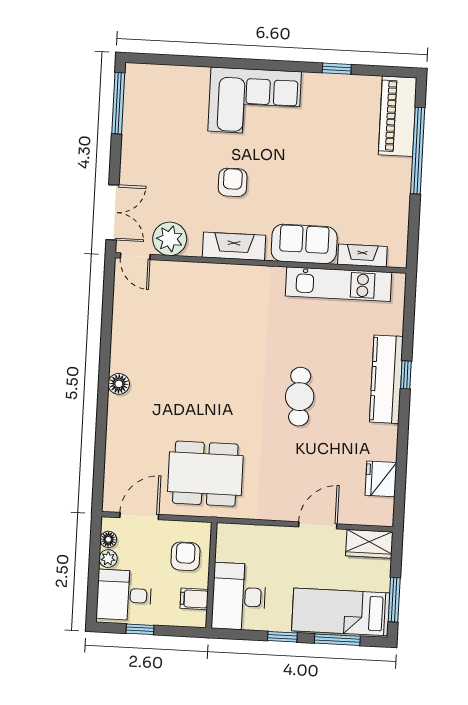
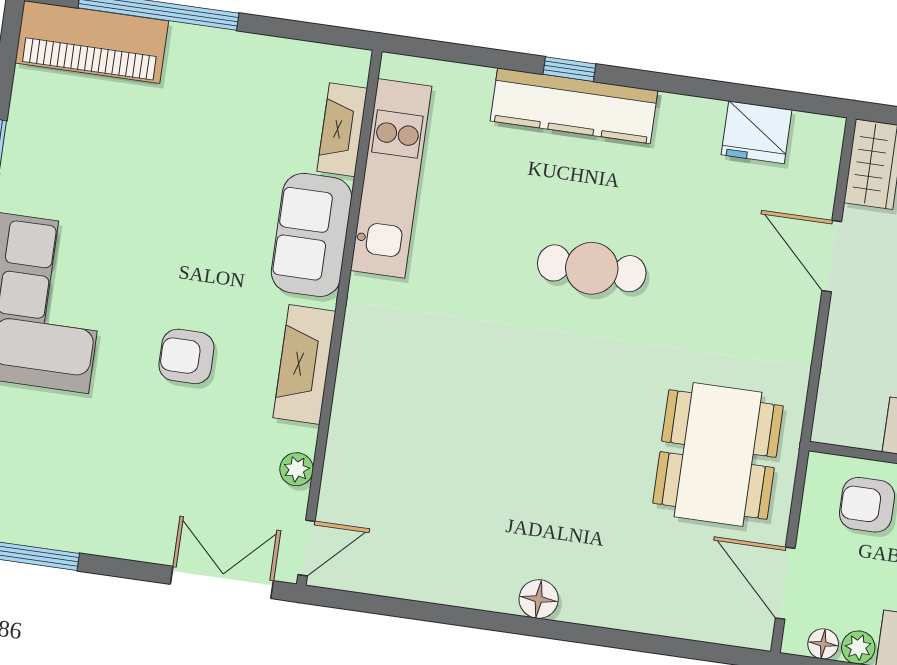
plant: (170, 239) -> (297, 469), width x0.53, depth x0.53

